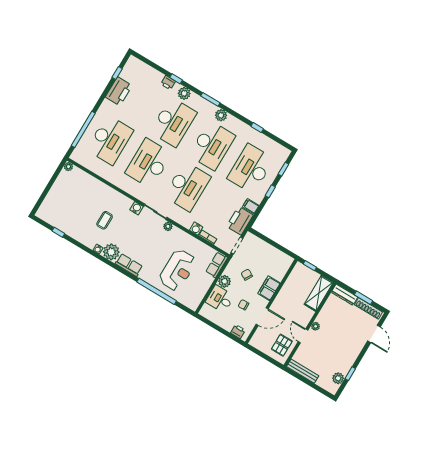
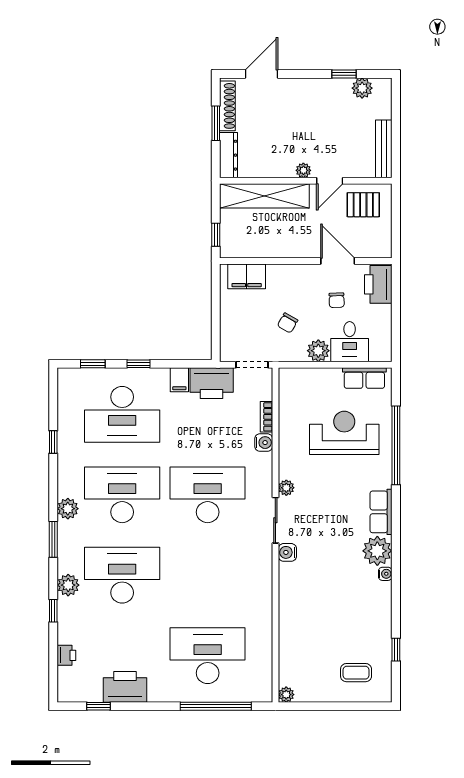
printer: (168, 83) -> (66, 655), moved
desk: (149, 163) -> (208, 575), removed
coffee table: (105, 220) -> (356, 673), moved
row of seats: (217, 265) -> (364, 378), moved
filing cabinet: (269, 288) -> (247, 276), moved
shelving: (319, 293) -> (264, 196), width x1.47
printer: (238, 332) -> (378, 284), width x1.87, depth x1.48

